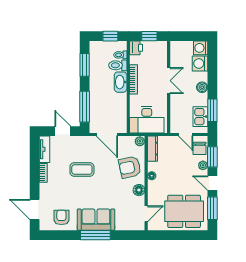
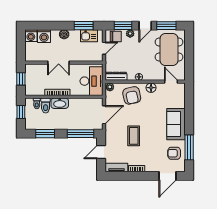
printer: (136, 48) -> (31, 90), removed
double door: (169, 81) -> (59, 63), swing flipped
window: (95, 235) -> (189, 147), moved

